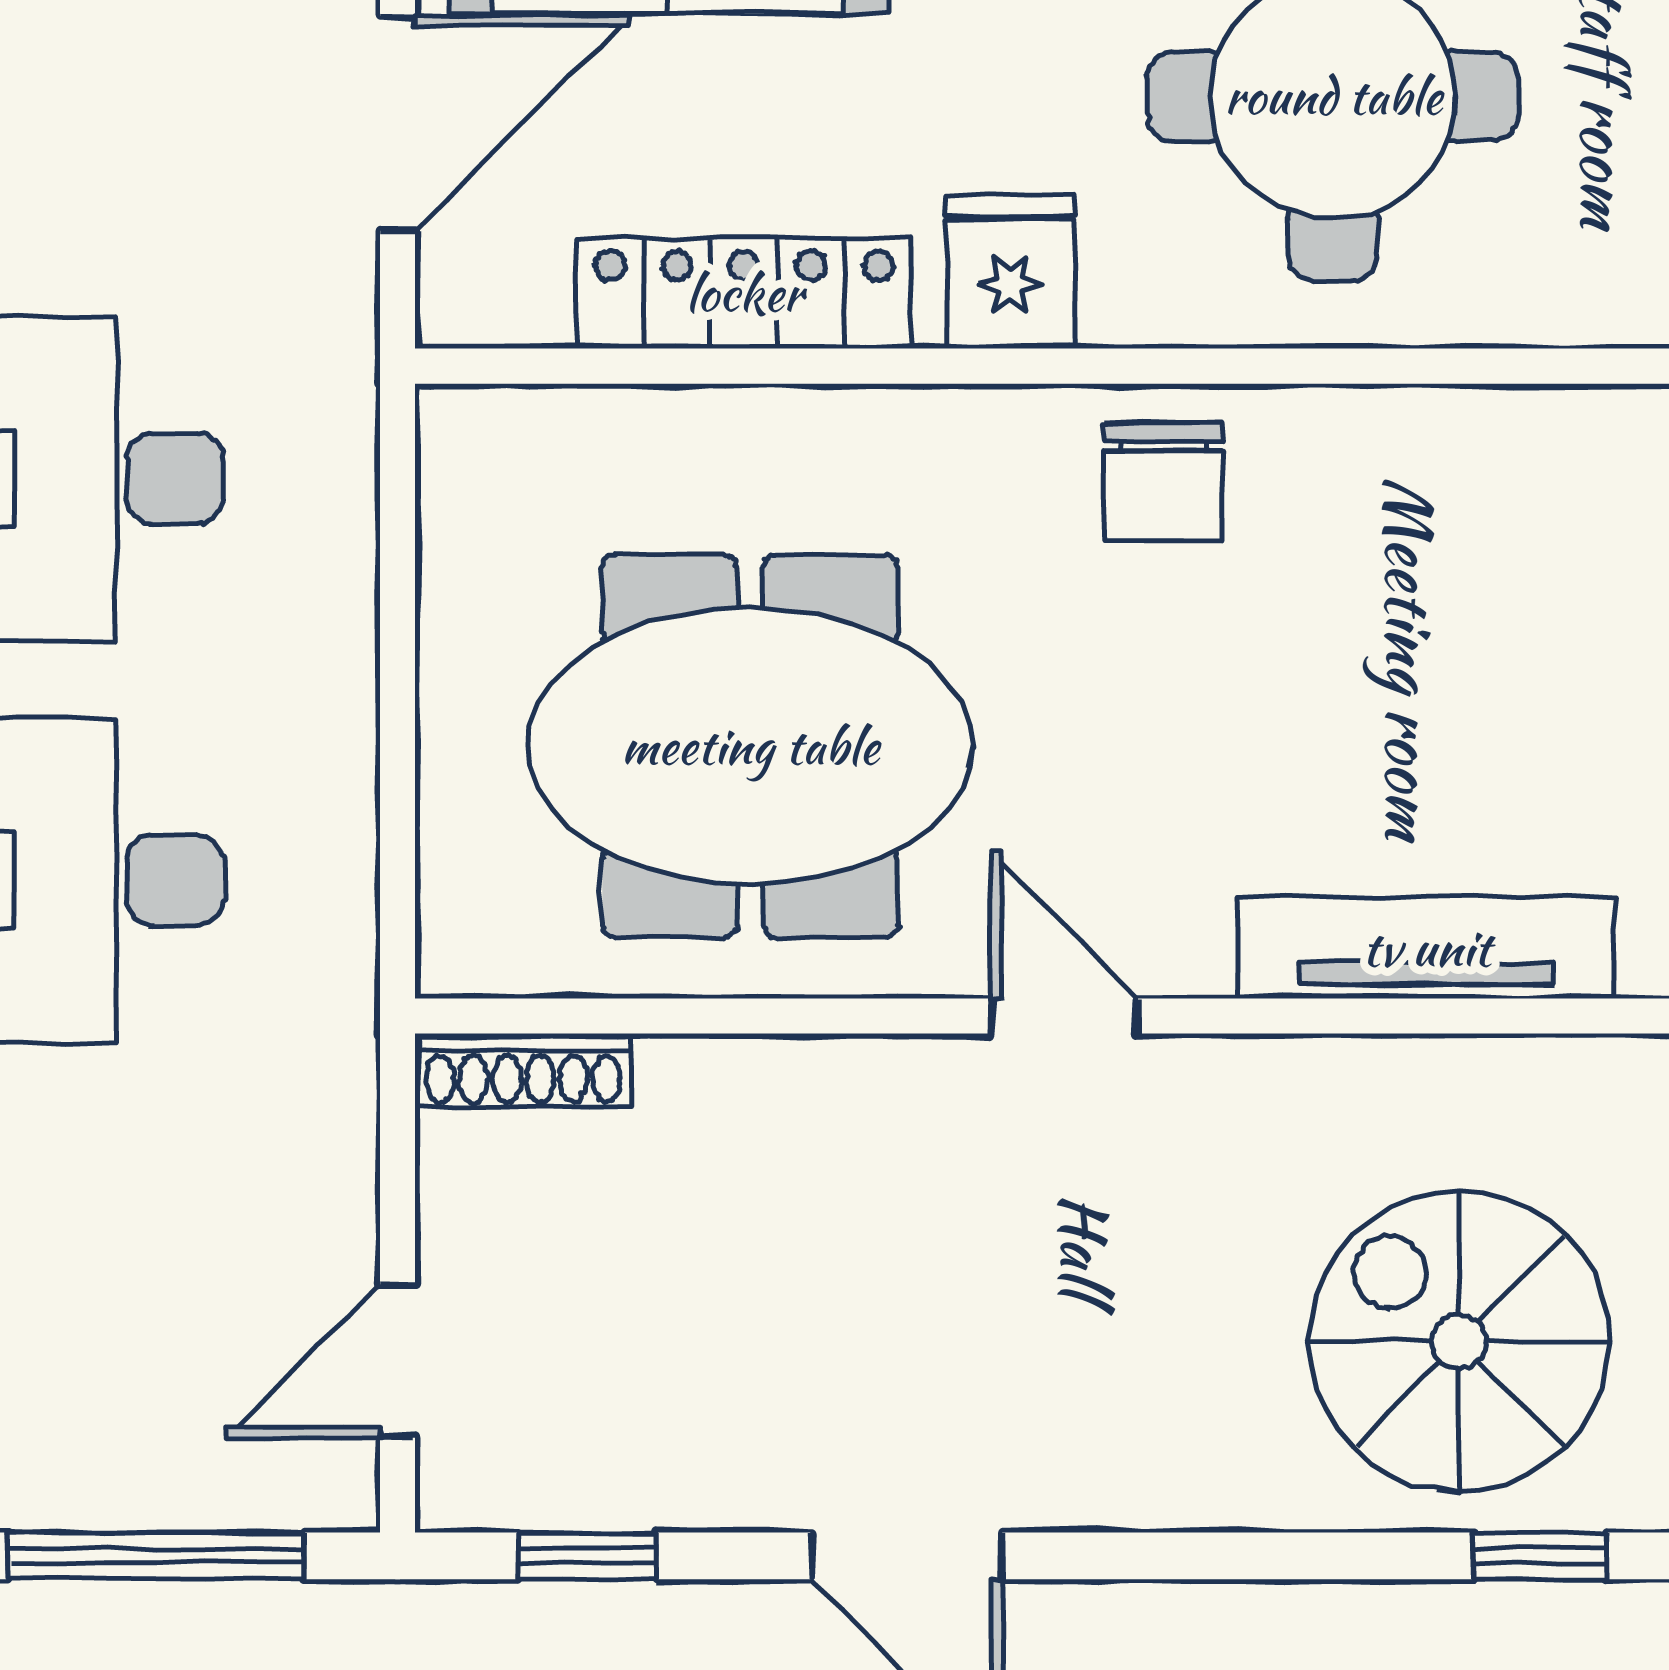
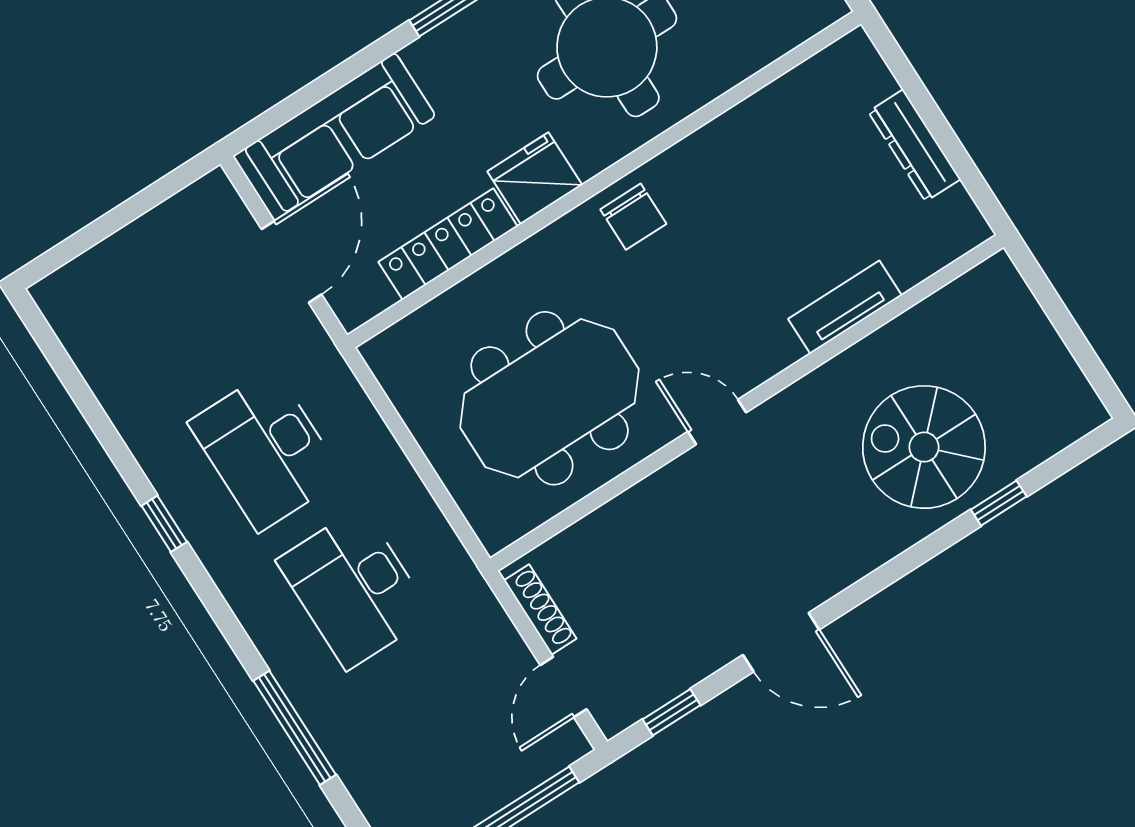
fridge: (1010, 272) -> (535, 178), width x1.38
tv unit: (1426, 948) -> (845, 307), width x0.71
shoe rack: (523, 1070) -> (540, 609), moved, turned -90

